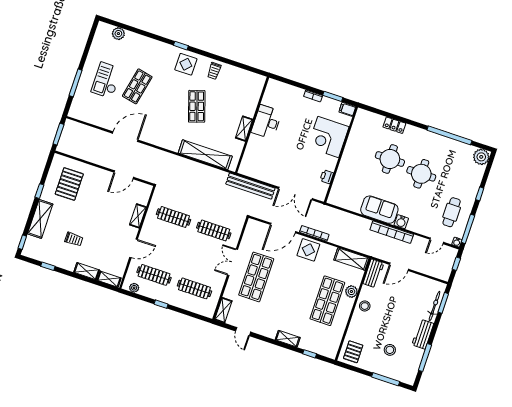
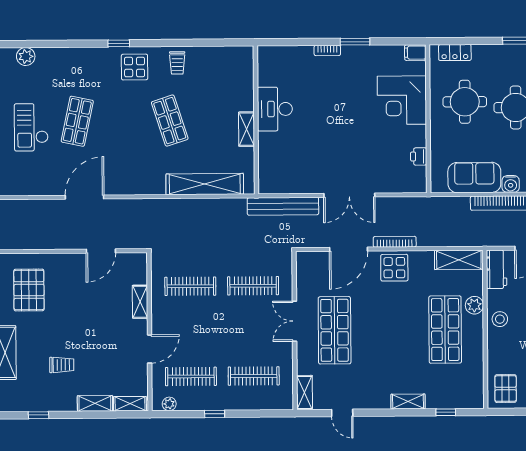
filing cabinet: (347, 109) -> (415, 53), moved
corner desk: (328, 137) -> (402, 100), moved
wall: (341, 155) -> (428, 119), moved
printer: (327, 177) -> (419, 156), moved

